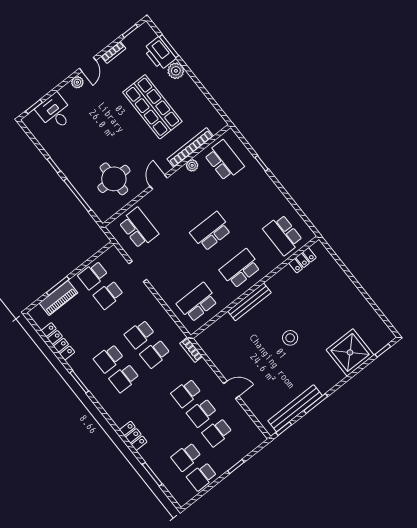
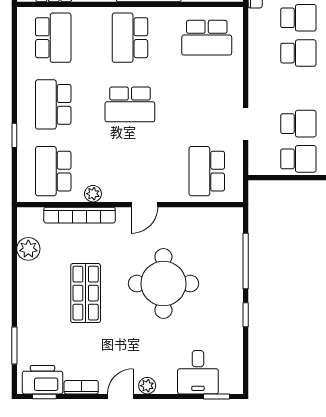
printer: (160, 54) -> (43, 380), moved, turned -90
plant: (176, 71) -> (28, 249), moved
shop shelf: (152, 107) -> (86, 293), width x0.70, depth x0.74
round table: (114, 179) -> (163, 284), moved, width x1.36, depth x1.36
school desk: (254, 198) -> (53, 104), added
school desk: (240, 269) -> (130, 38), turned 90

